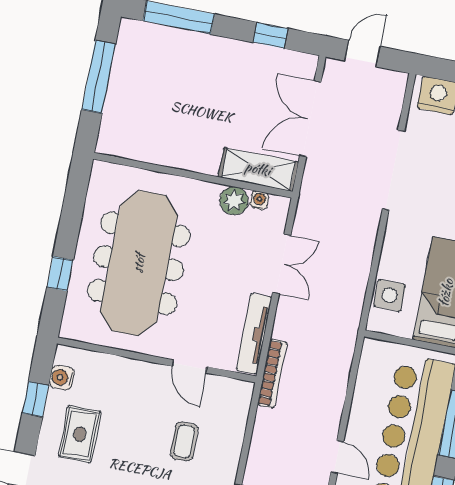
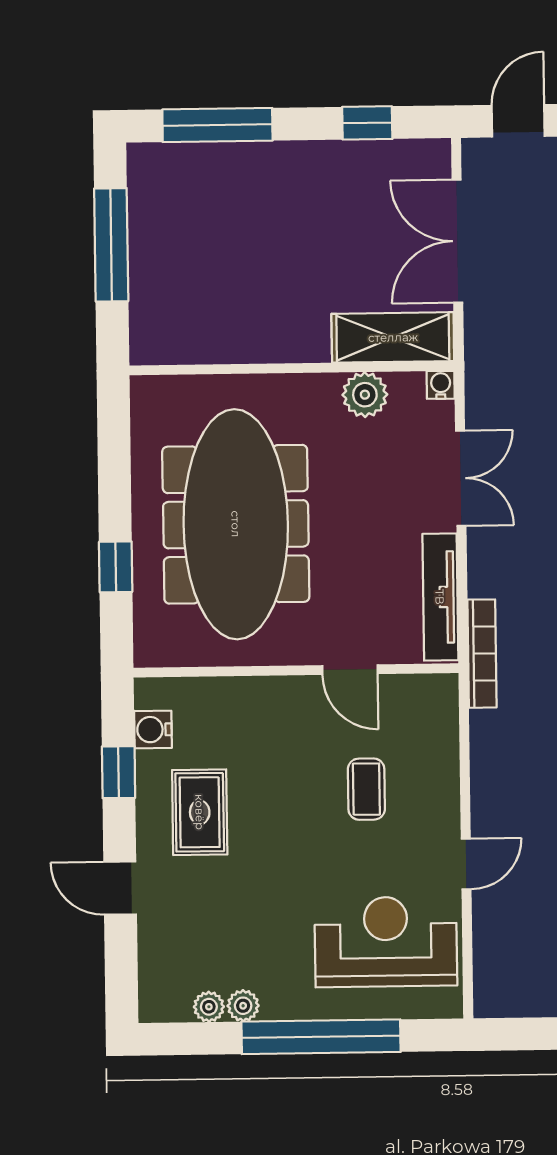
water cooler: (259, 200) -> (441, 385), moved

